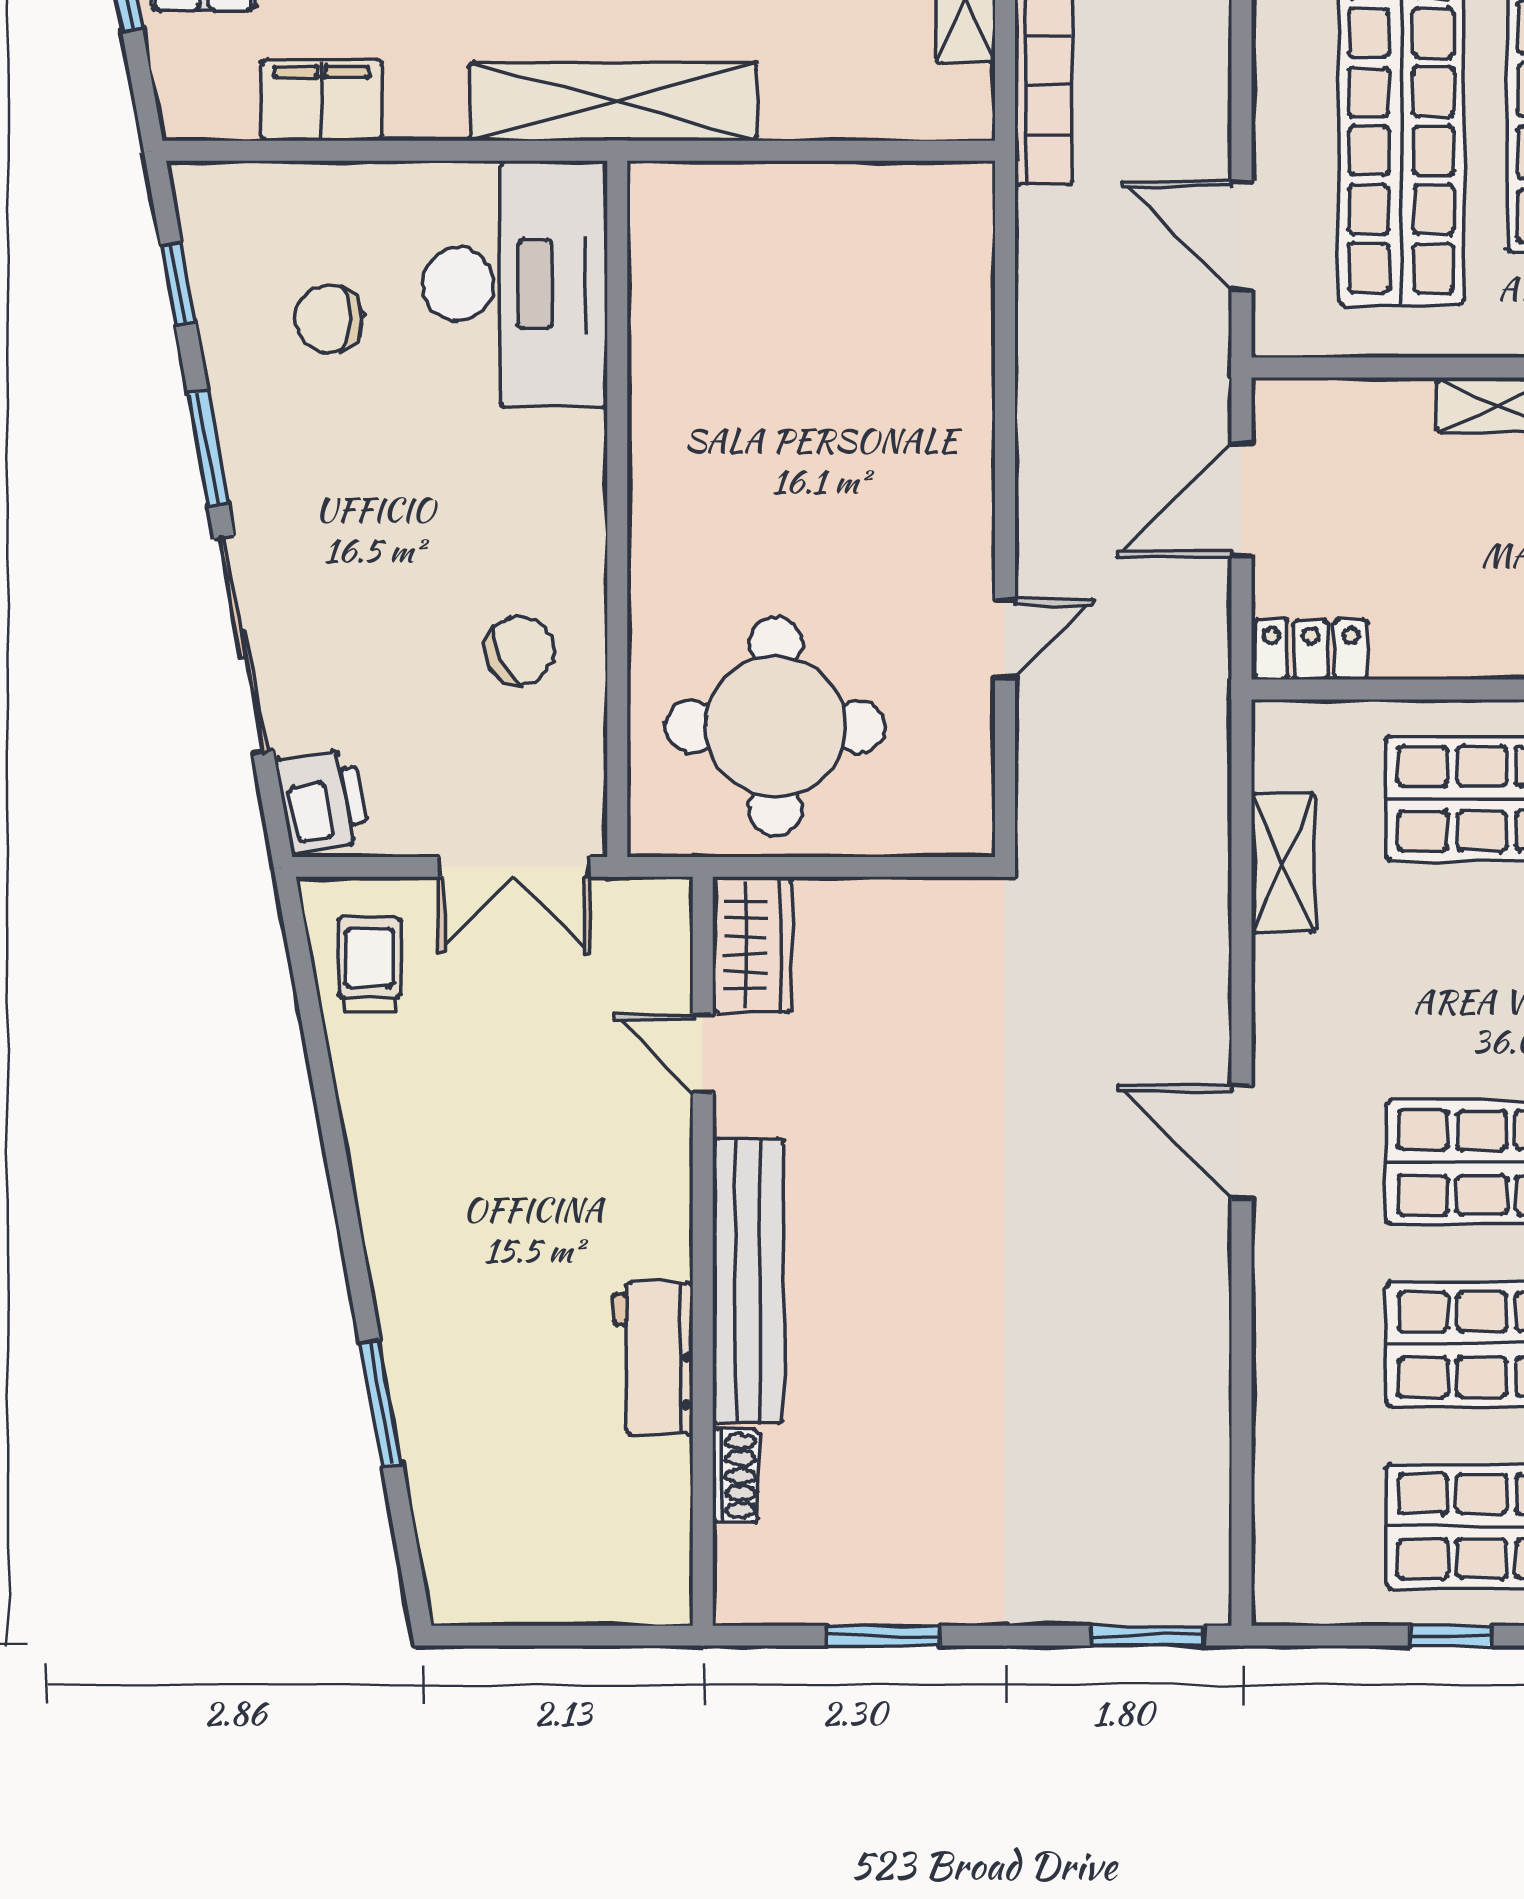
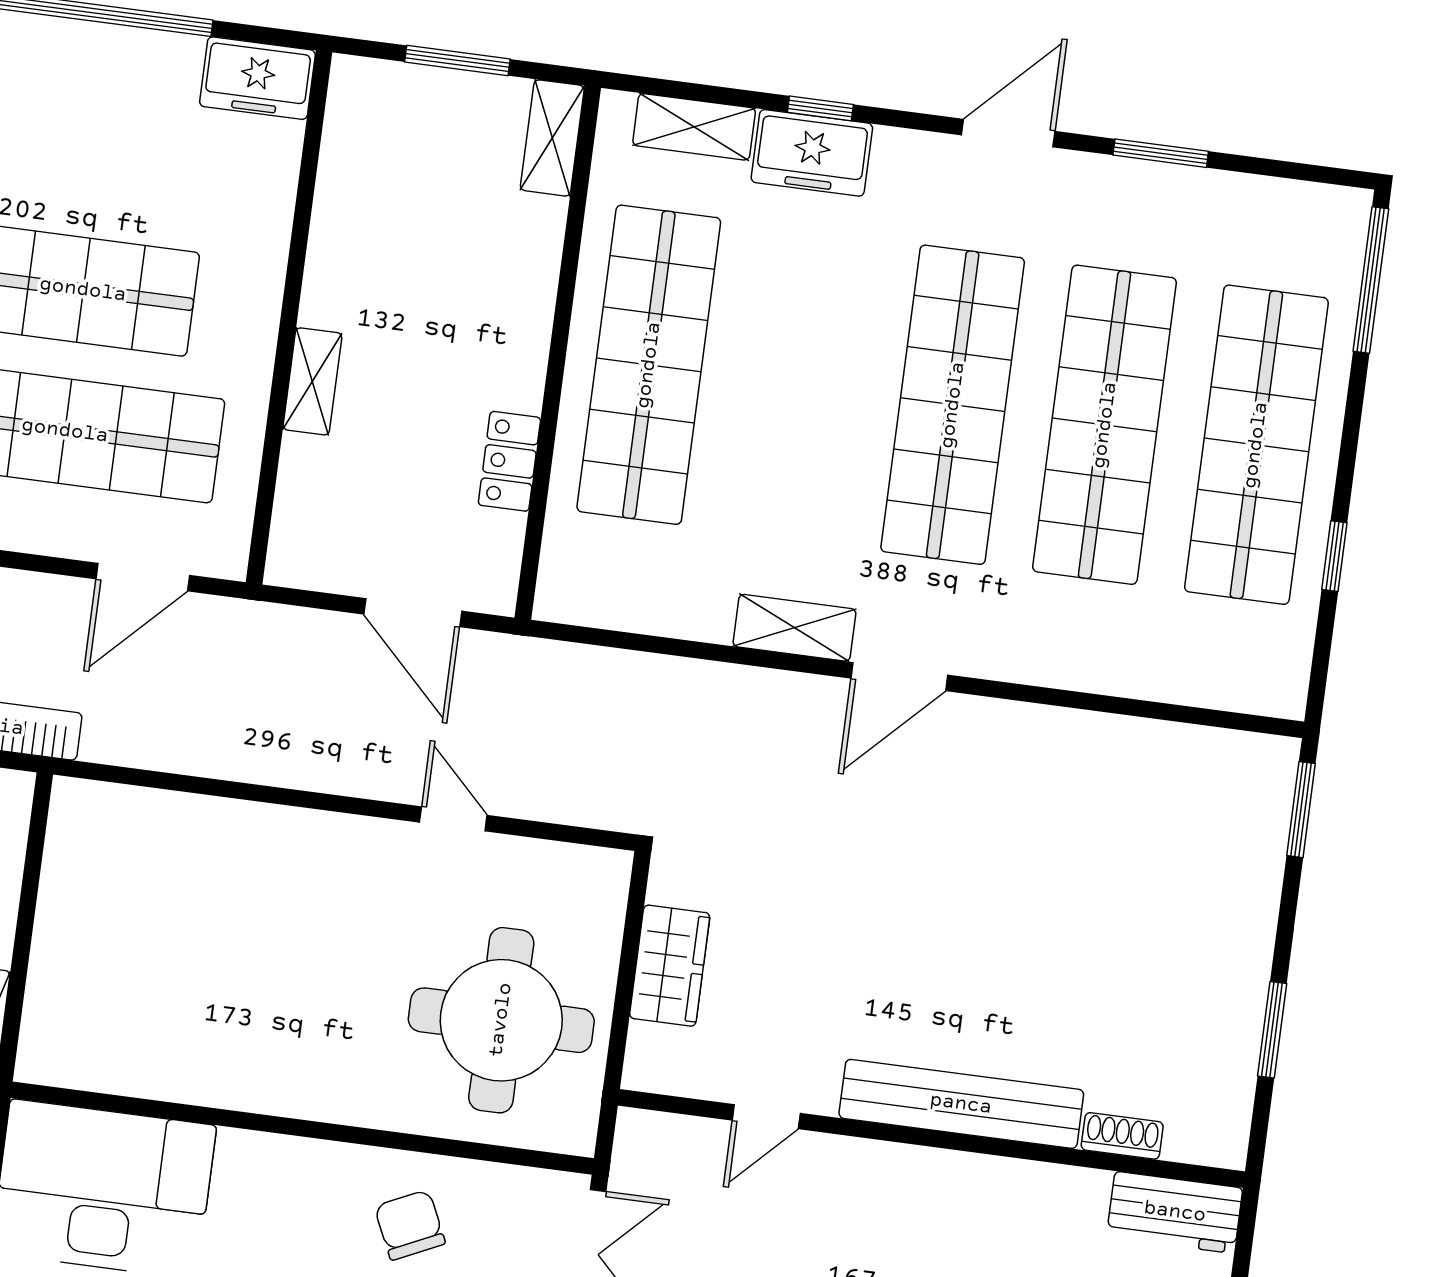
door: (1242, 500) -> (413, 613), moved
locker: (1311, 649) -> (509, 461), moved
shelving: (1283, 863) -> (794, 628), moved
wardrobe: (752, 945) -> (670, 966), moved, turned 90
workbench: (653, 1358) -> (1175, 1212), moved

